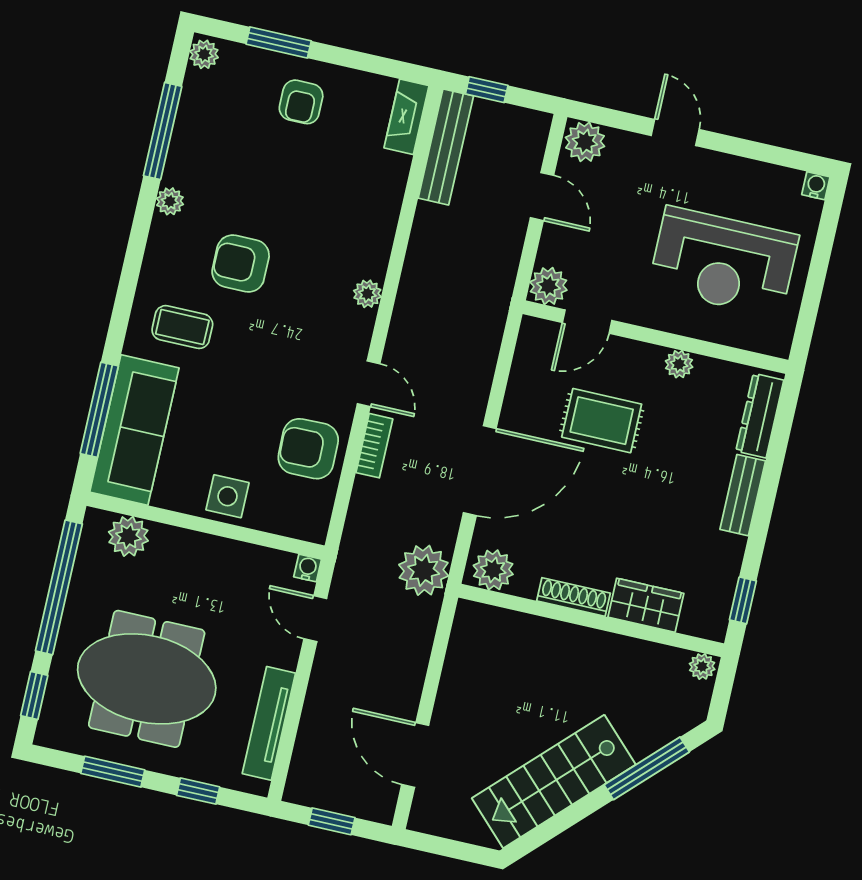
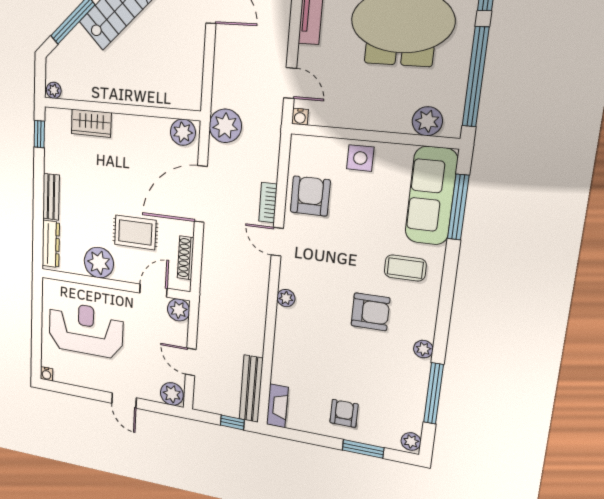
plant: (679, 364) -> (99, 263), width x1.88, depth x1.88
armchair: (308, 449) -> (310, 196), turned -89
shoe rack: (573, 597) -> (186, 258), moved, turned 90

